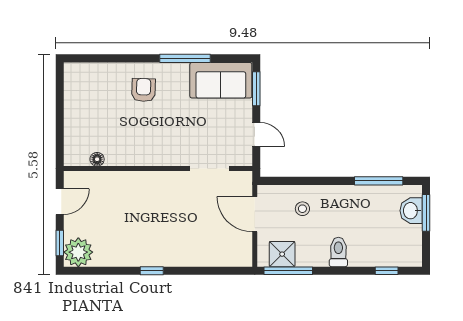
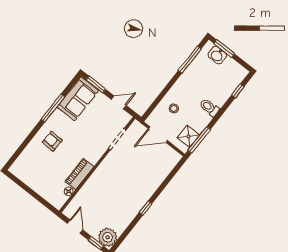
piano: (129, 156) -> (79, 174), added

